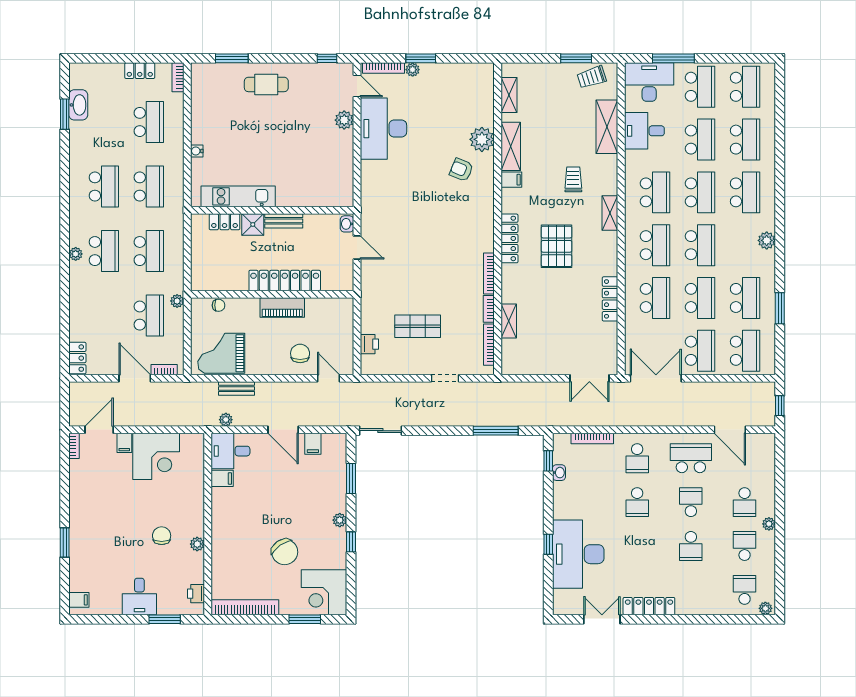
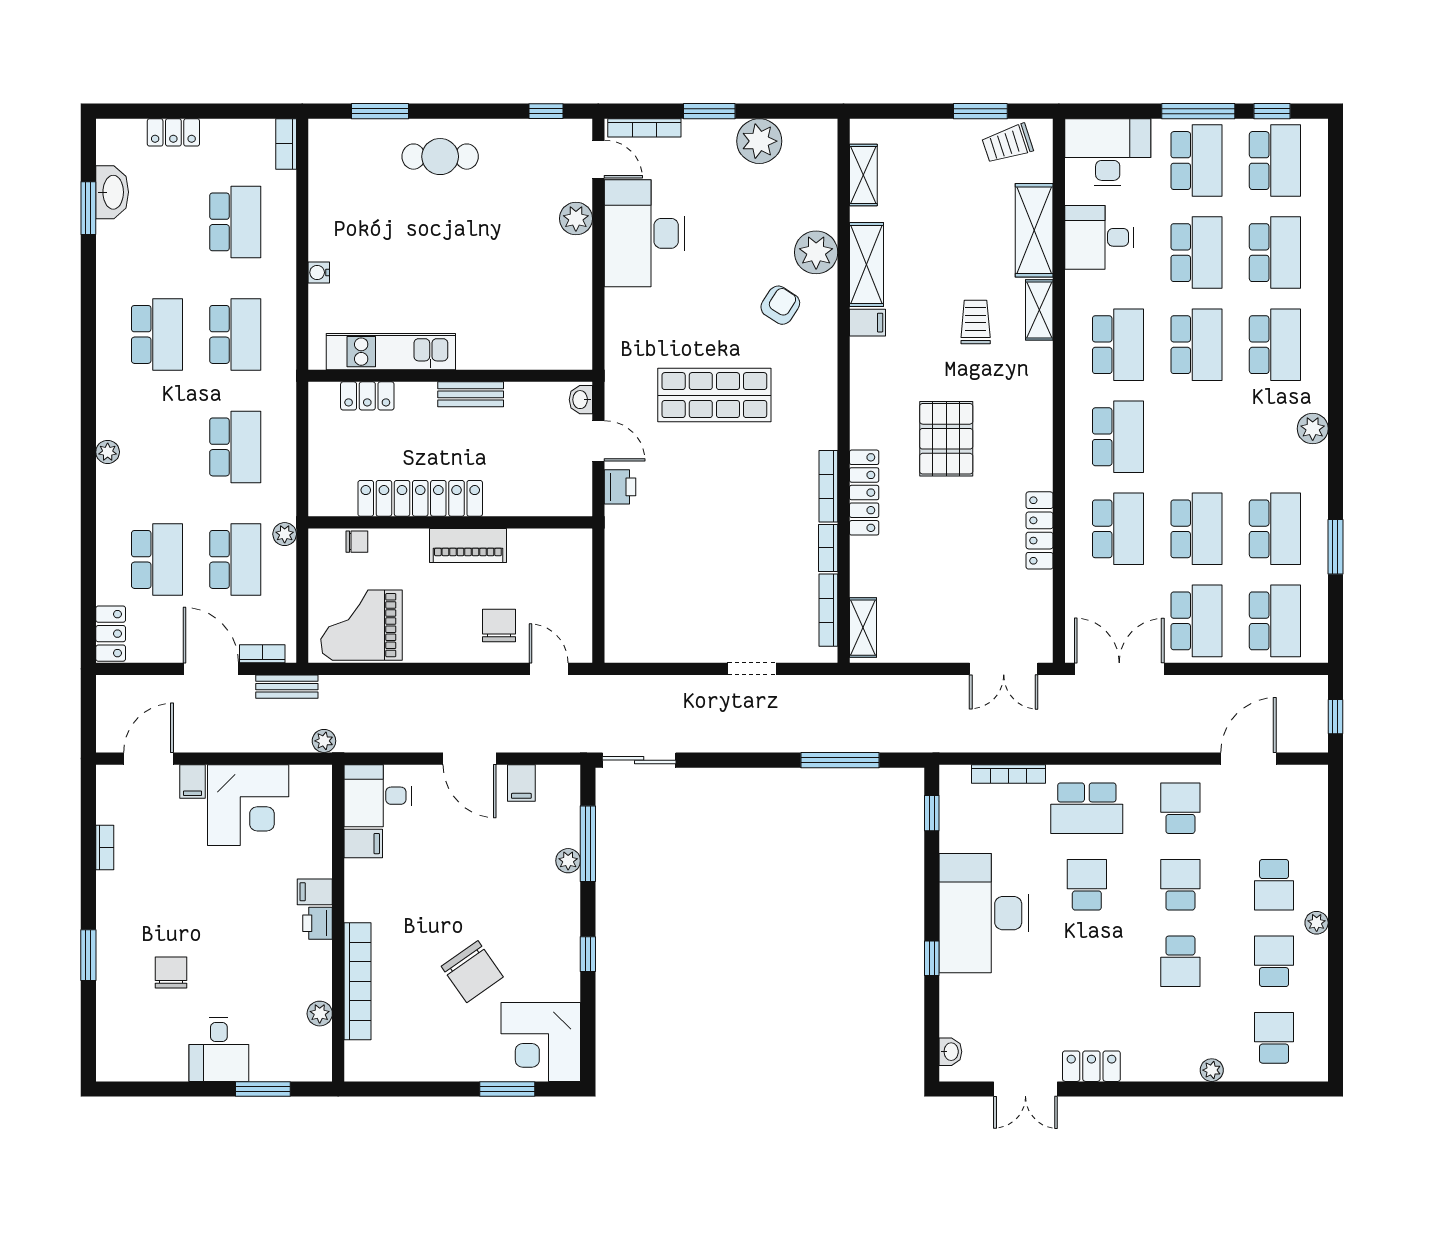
window: (673, 58) -> (1198, 111), moved
window: (743, 58) -> (1272, 111), added
plant: (413, 70) -> (759, 141), moved, width x1.88, depth x1.88
locker: (140, 71) -> (173, 132), moved
armchair: (461, 170) -> (780, 305), turned 101
shelving: (610, 213) -> (1039, 310), moved
shower: (253, 224) -> (417, 401), removed
locker: (509, 238) -> (864, 493), moved
school desk: (700, 245) -> (1196, 437), removed
school desk: (104, 251) -> (157, 559), moved
locker: (285, 280) -> (420, 498), moved
shelving: (509, 321) -> (863, 628), moved
shop shelf: (418, 326) -> (714, 395), moved, width x1.43, depth x1.36
printer: (369, 344) -> (620, 487), moved
bench: (236, 388) -> (287, 687), moved
plant: (226, 420) -> (324, 741), moved
door: (730, 430) -> (1249, 759), swing flipped
bookcase: (74, 446) -> (105, 847), moved
school desk: (637, 458) -> (1087, 808), width x1.85
school desk: (691, 458) -> (1180, 808), width x0.54
washbasin: (559, 473) -> (950, 1052), moved
window: (351, 479) -> (588, 844), width x1.44
school desk: (637, 502) -> (1087, 885), turned 180
plant: (340, 520) -> (568, 861), moved
chair: (162, 536) -> (171, 973), moved
plant: (197, 544) -> (320, 1014), moved
desk: (578, 554) -> (984, 913), moved
printer: (196, 594) -> (318, 923), moved
filing cabinet: (79, 600) -> (315, 892), moved, turned 180
locker: (649, 606) -> (1091, 1066), width x0.66
bookcase: (245, 607) -> (357, 981), moved, turned 90
plant: (765, 608) -> (1212, 1070), moved
double door: (602, 619) -> (1025, 1089), swing flipped

